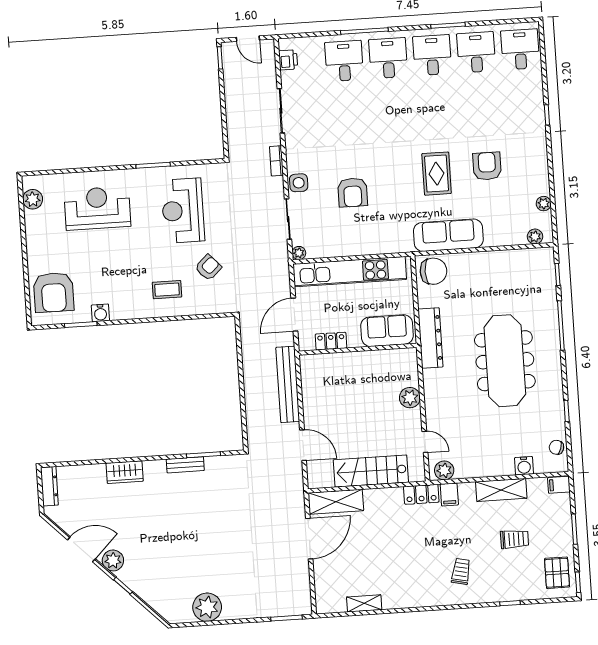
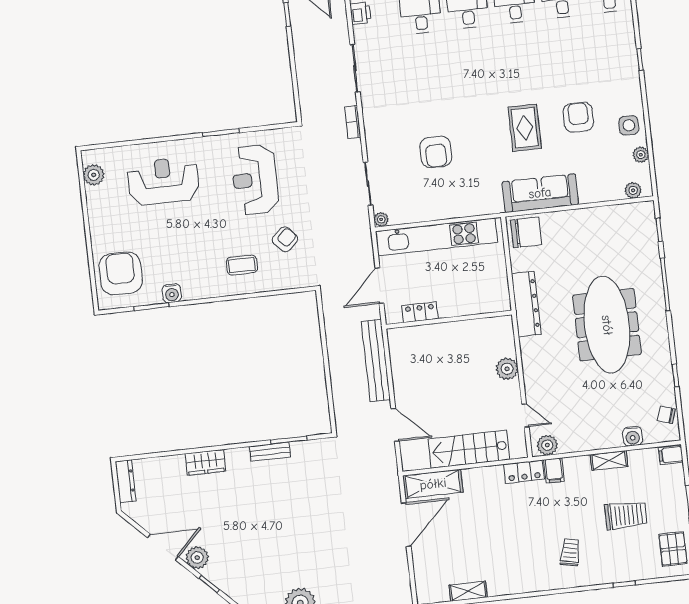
side table: (299, 183) -> (629, 125), moved
armchair: (54, 292) -> (121, 273), turned 180
sofa: (387, 331) -> (479, 298), removed
shelving: (501, 490) -> (609, 460), width x0.67, depth x0.75
trolley: (514, 539) -> (626, 515), width x1.36, depth x1.39

